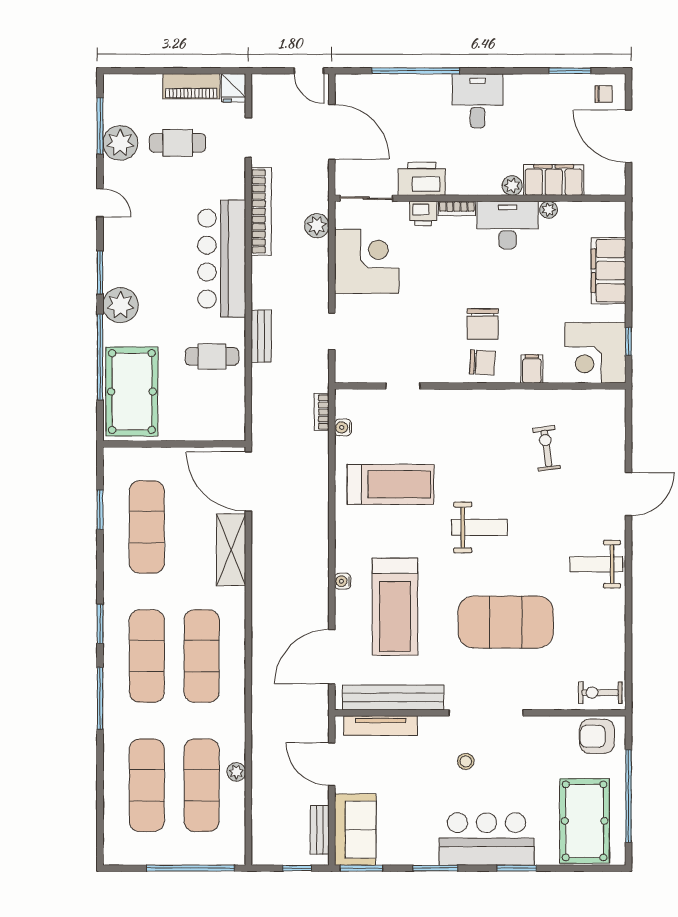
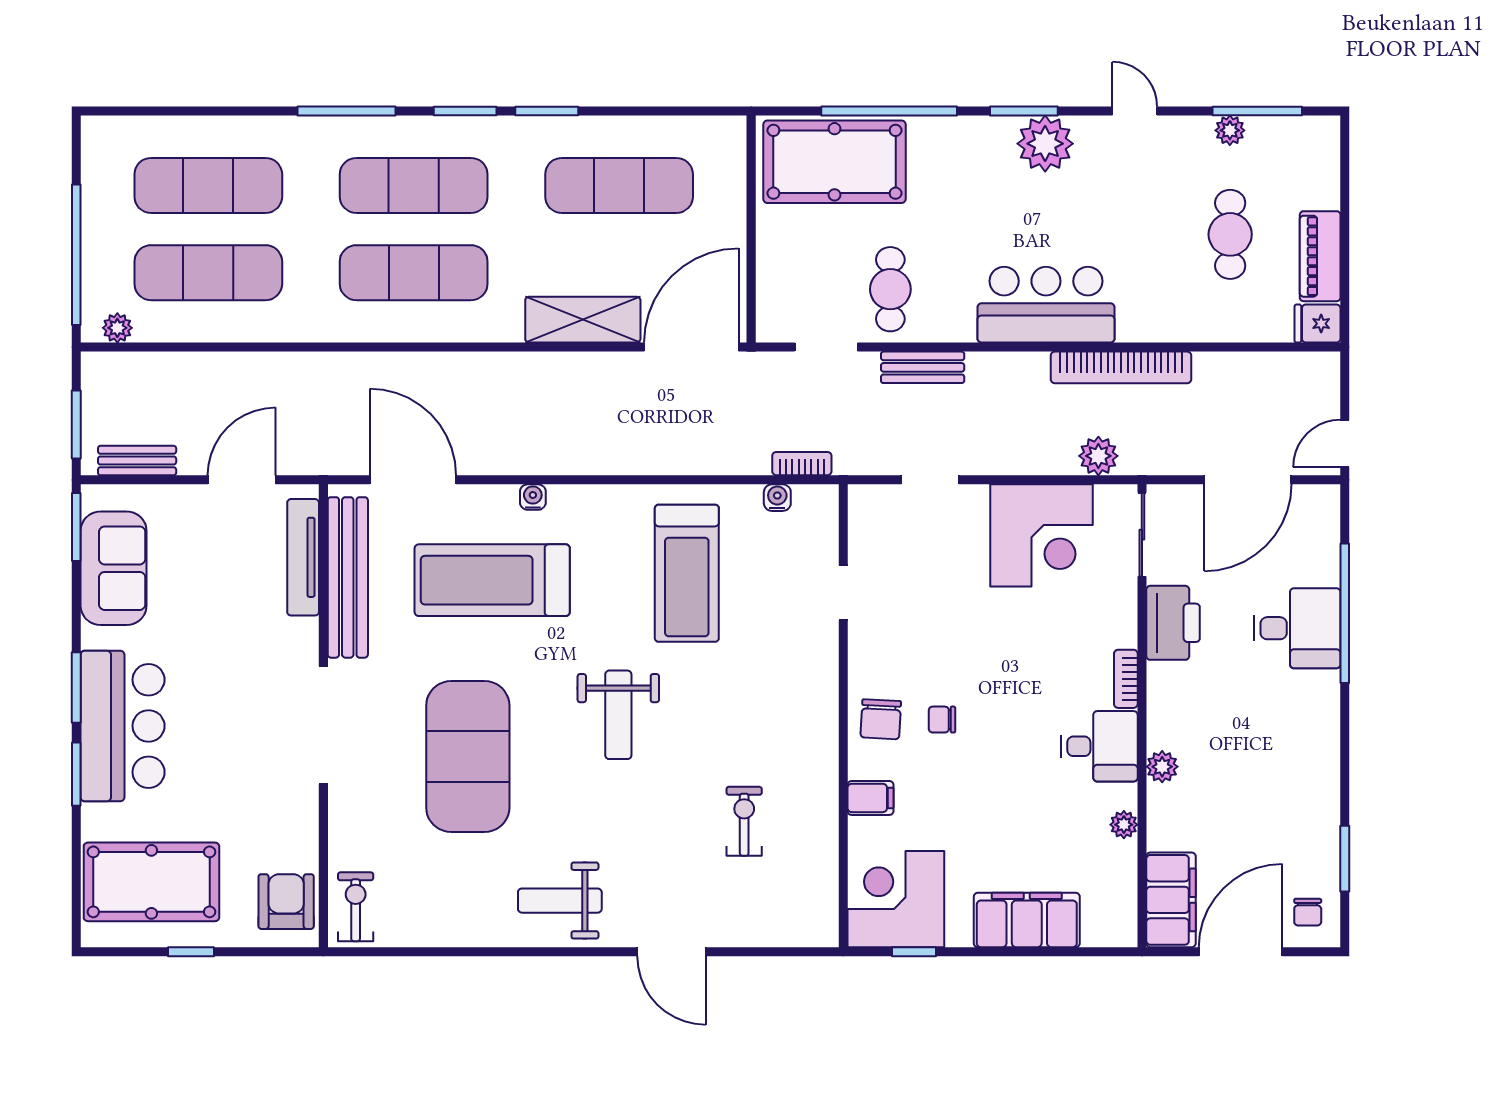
desk: (477, 101) -> (1297, 628), moved
doorway: (248, 138) -> (826, 347), moved
plant: (120, 143) -> (1230, 130), width x0.53, depth x0.53
filing cabinet: (554, 180) -> (1171, 900), moved
door: (100, 203) -> (1135, 111), swing flipped
printer: (423, 213) -> (1118, 625), removed
desk: (508, 225) -> (1099, 746), width x0.73
bar counter: (222, 259) -> (1046, 305), width x0.73
plant: (120, 305) -> (1045, 144), moved
chair: (483, 324) -> (942, 720), width x0.54, depth x0.54
exercise bike: (546, 448) -> (744, 821), turned -82
window: (100, 510) -> (547, 111), moved
weight bench: (596, 564) -> (560, 901), turned -90
stool: (466, 761) -> (246, 693), removed
plant: (236, 772) -> (117, 328), moved
window: (628, 796) -> (191, 952), width x0.32
sofa: (355, 830) -> (114, 568), moved, turned -90
window: (297, 868) -> (76, 424), width x1.50
window: (435, 868) -> (76, 687), moved

